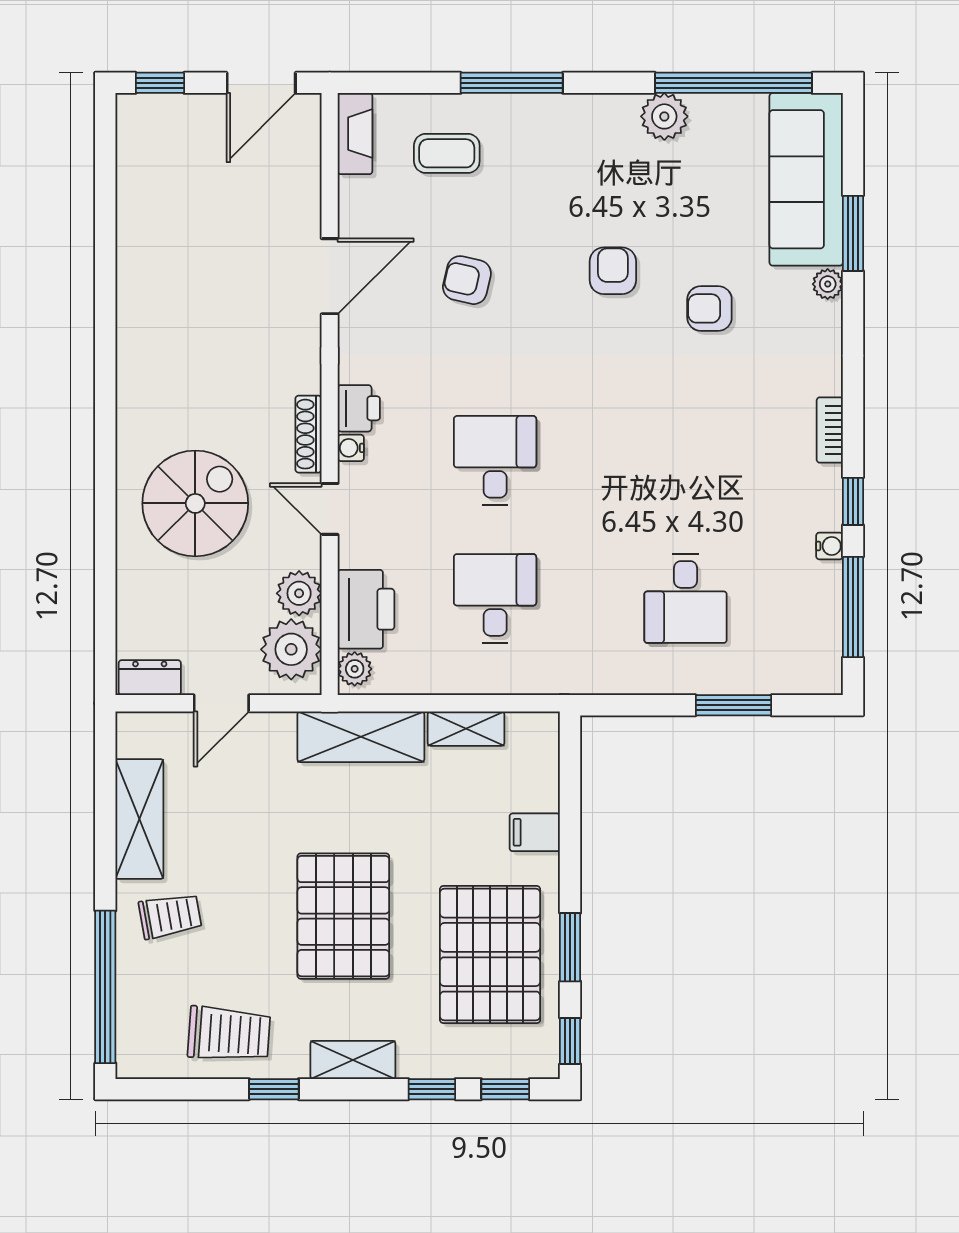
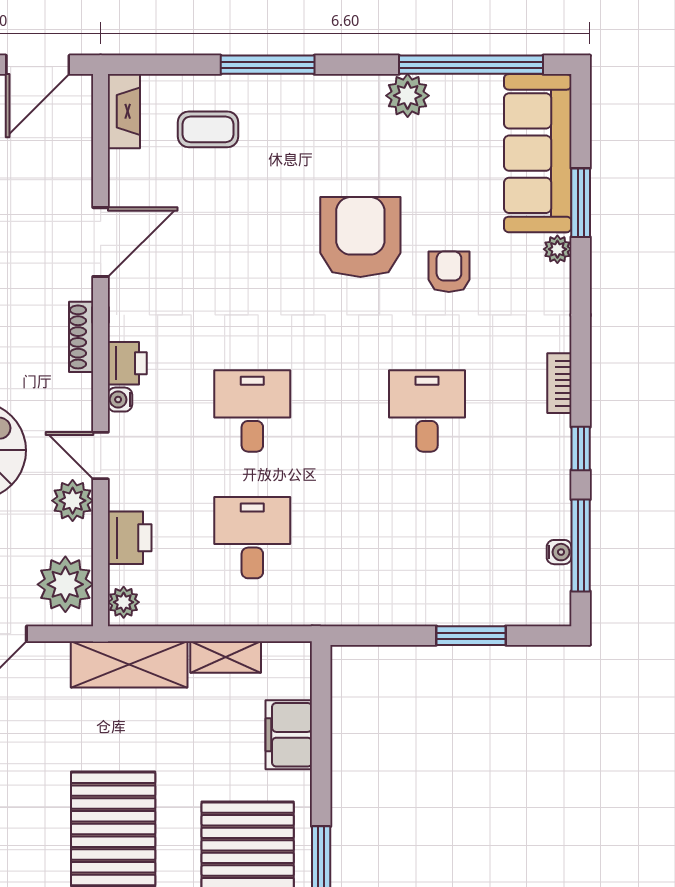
armchair: (613, 271) -> (360, 237), width x1.88, depth x1.88
armchair: (467, 280) -> (226, 246), removed
armchair: (709, 308) -> (449, 272), turned 90
shoe rack: (308, 434) -> (81, 337), moved
water cooler: (830, 546) -> (559, 552), moved
plant: (299, 593) -> (73, 501), moved
desk: (686, 598) -> (427, 411), moved, turned 180
printer: (366, 609) -> (130, 538), width x0.73, depth x0.84
filing cabinet: (535, 832) -> (289, 735), width x2.00

